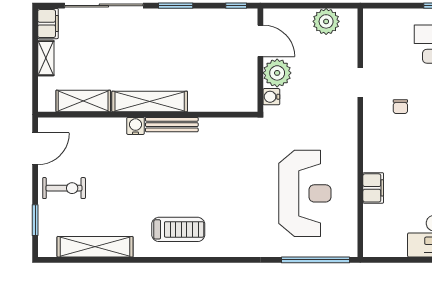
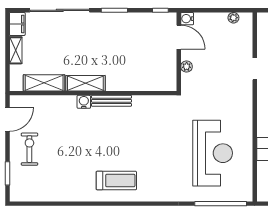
plant: (326, 21) -> (233, 18), width x0.53, depth x0.53
plant: (277, 73) -> (187, 67), width x0.53, depth x0.53
water cooler: (271, 97) -> (187, 19), moved
shelving: (150, 101) -> (85, 83), width x0.68
exercise bike: (64, 188) -> (29, 149), turned -90
shelving: (95, 247) -> (53, 194), removed

